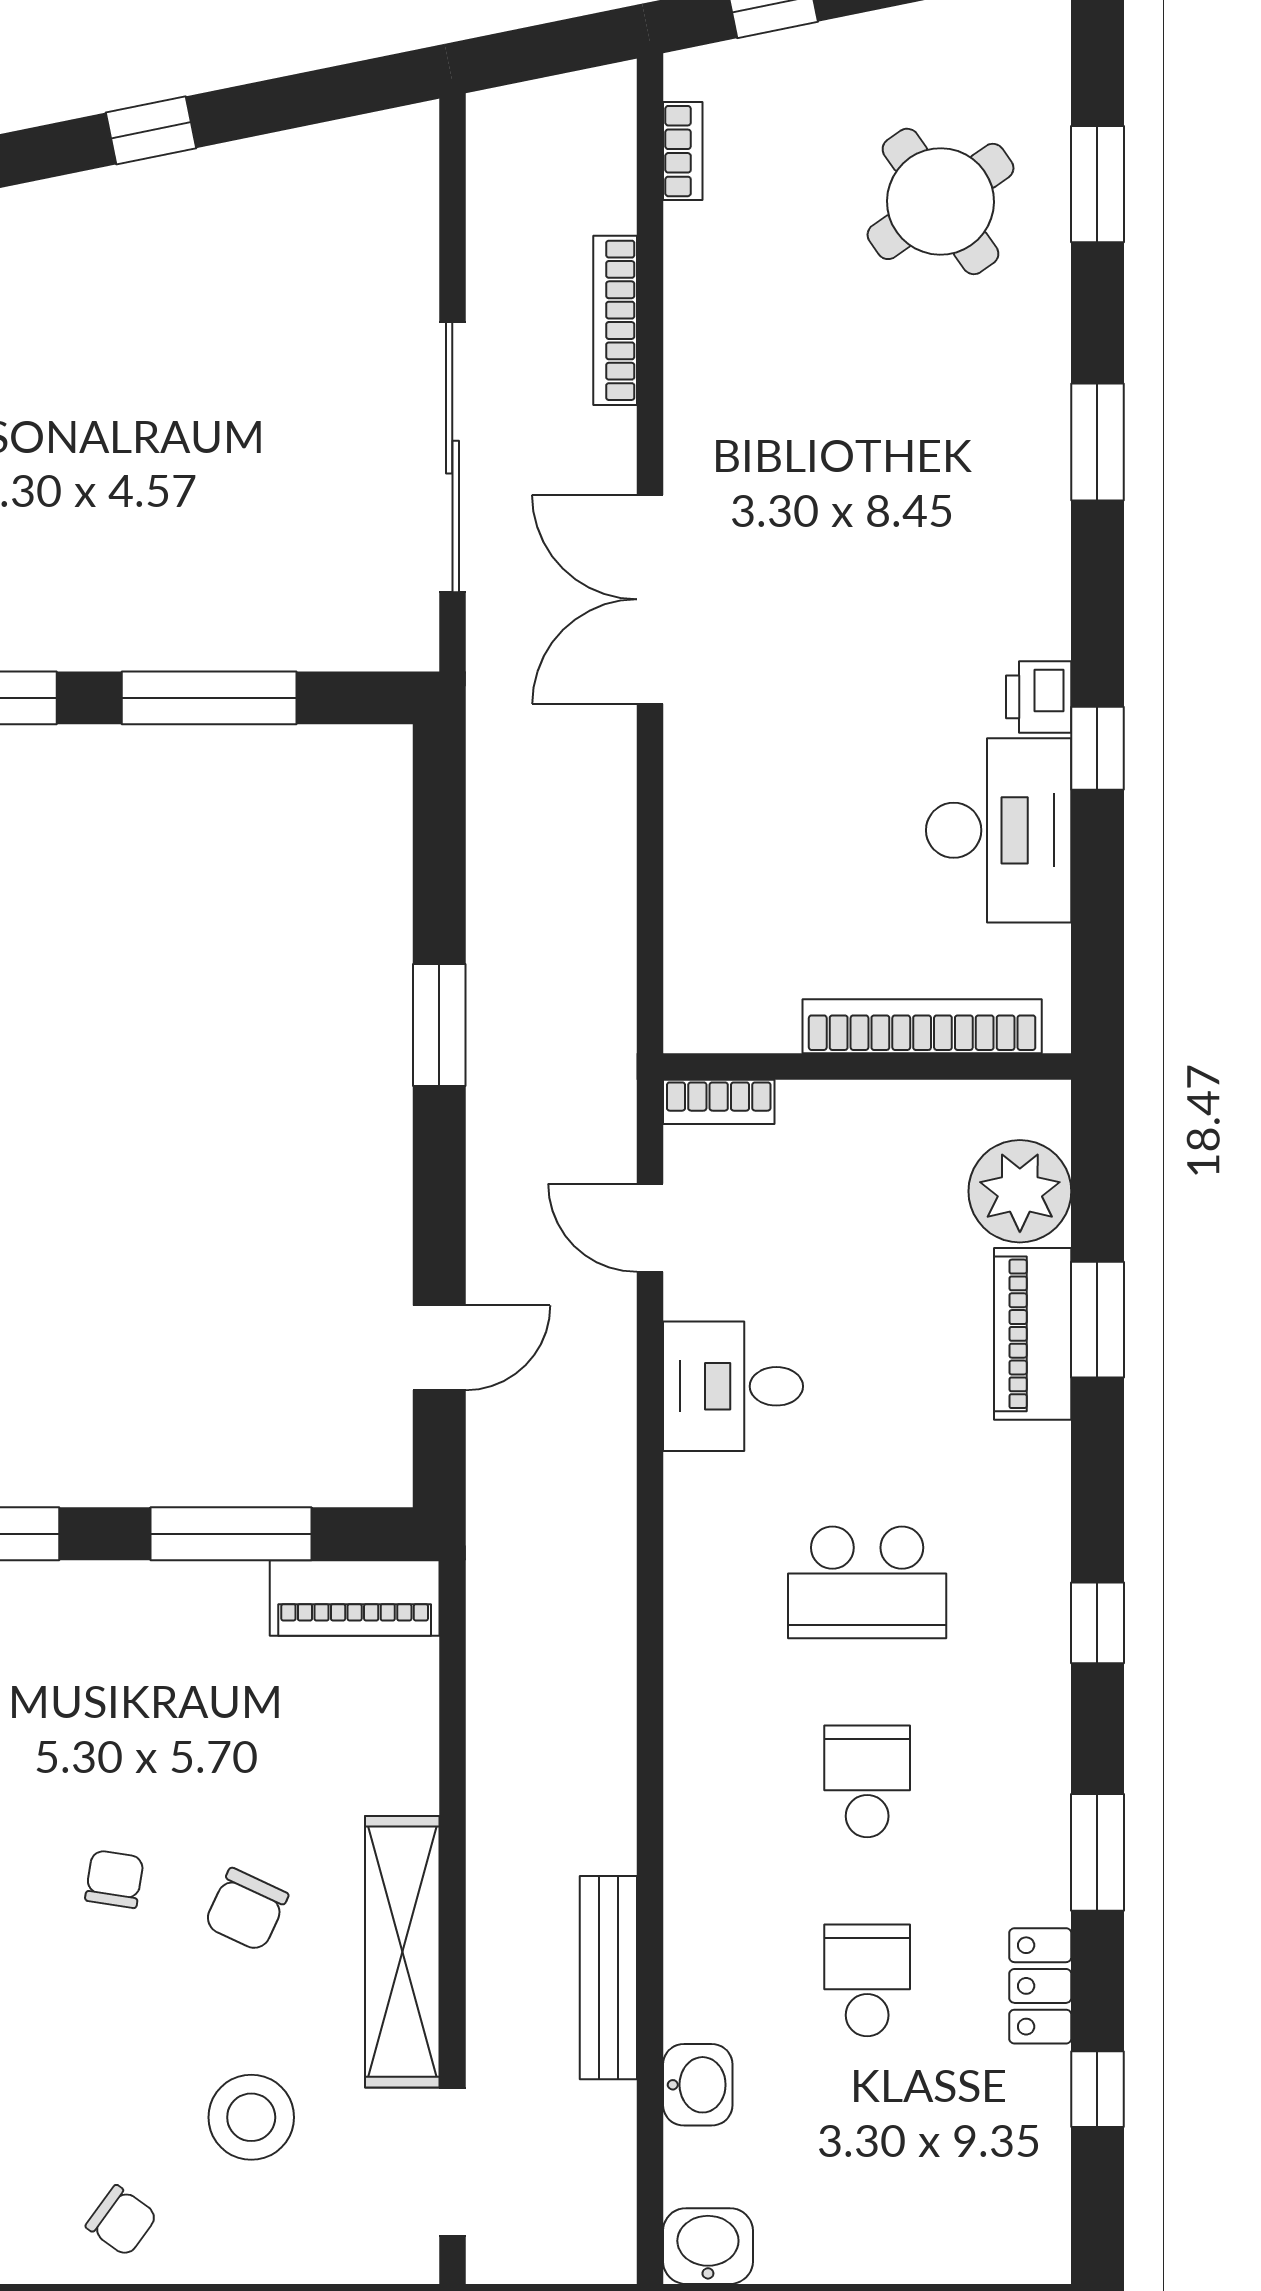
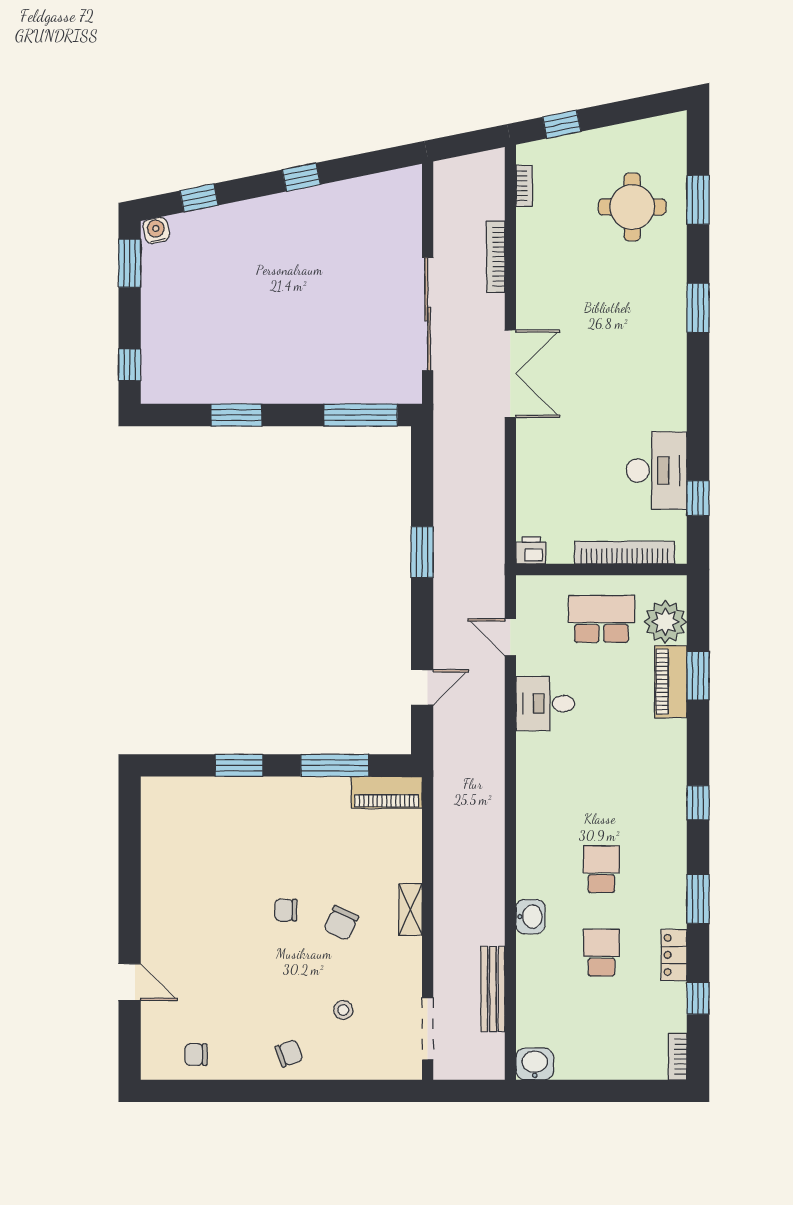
round table: (940, 201) -> (632, 207), turned 35
double door: (650, 599) -> (510, 374), swing flipped
printer: (1039, 697) -> (531, 550), moved, turned 90
window: (209, 698) -> (361, 415), moved
window: (1097, 748) -> (698, 498), moved
bookcase: (719, 1102) -> (678, 1057), moved, turned 90
school desk: (867, 1582) -> (601, 619), moved, turned 180
chair: (114, 1879) -> (286, 910), turned -99
shelving: (402, 1952) -> (410, 910), width x0.45, depth x0.75
bench: (608, 1978) -> (493, 989), moved
washbasin: (698, 2085) -> (530, 917), moved
stool: (251, 2117) -> (343, 1010), width x0.53, depth x0.53
chair: (122, 2221) -> (289, 1053), turned -56

